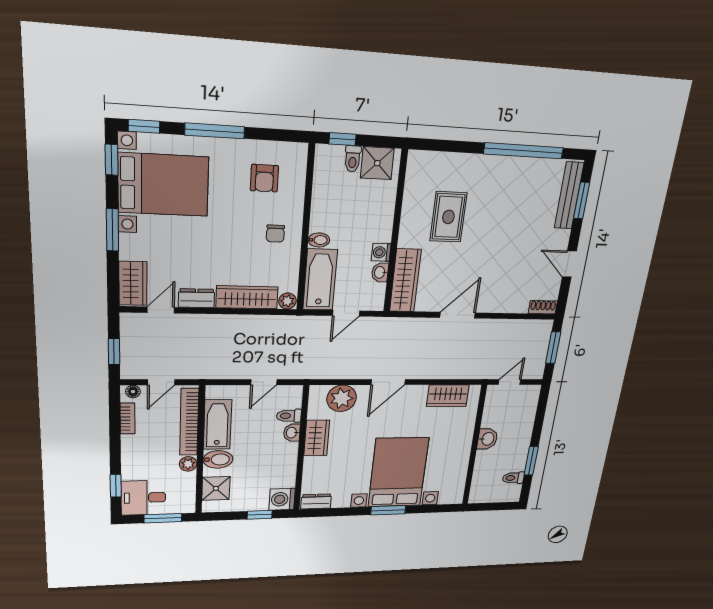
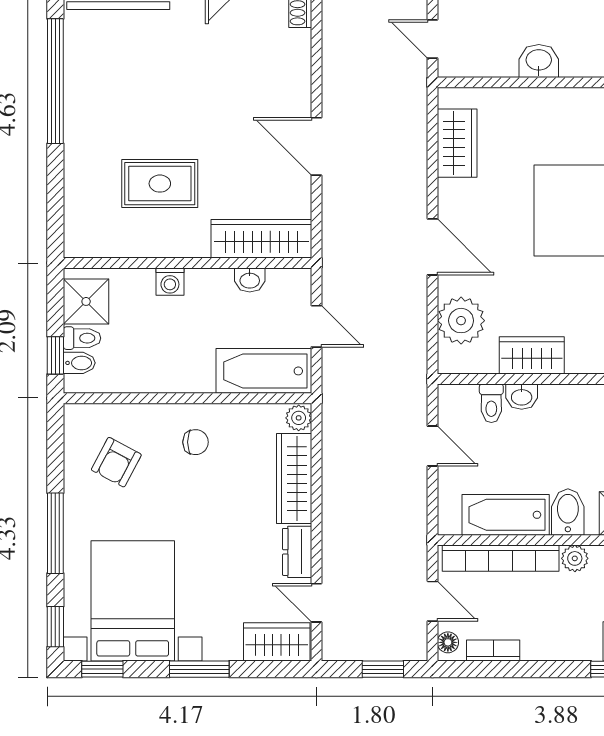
armchair: (264, 178) -> (116, 462), turned 118
bidet: (319, 240) -> (79, 363), moved, turned 90
washing machine: (381, 252) -> (170, 282), moved

